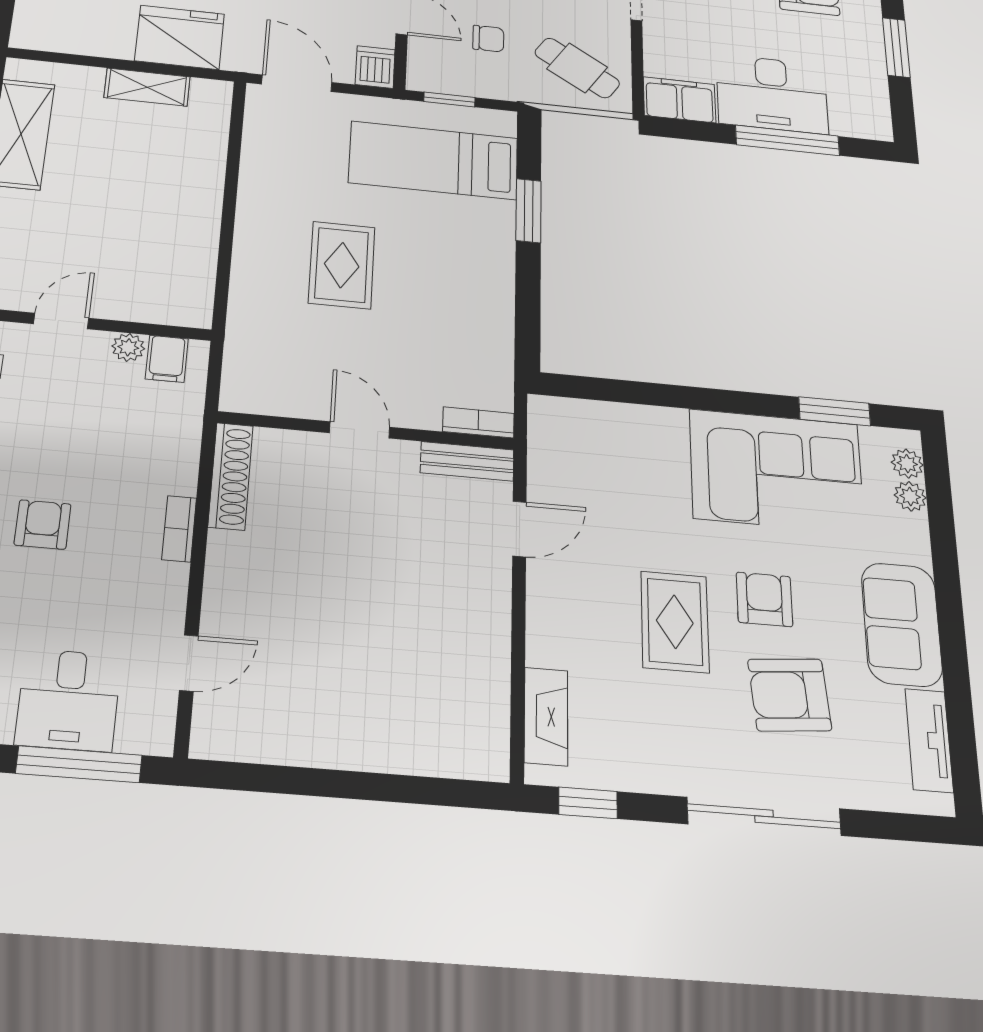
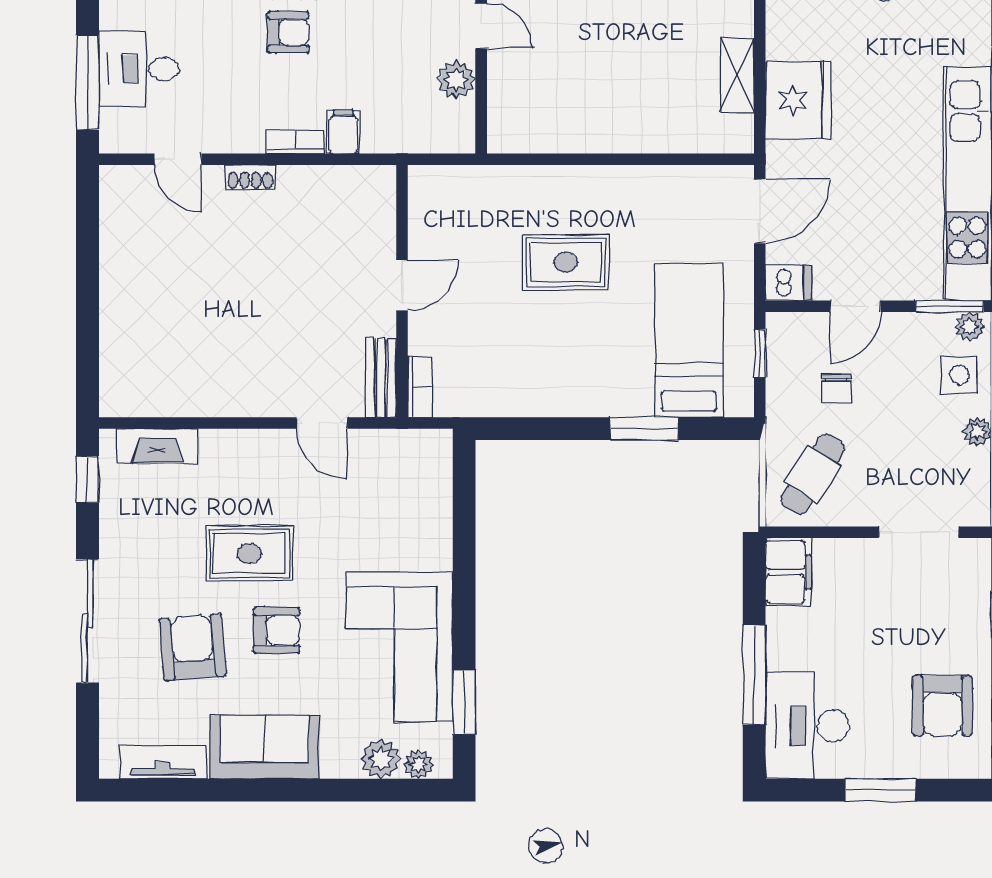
desk: (772, 94) -> (807, 726), moved
plant: (128, 347) -> (456, 80), width x1.38, depth x1.38
filing cabinet: (167, 359) -> (343, 132), moved, turned 90
shoe rack: (231, 476) -> (250, 177), moved, width x0.51, depth x0.81
plant: (910, 496) -> (381, 759), width x1.38, depth x1.38

